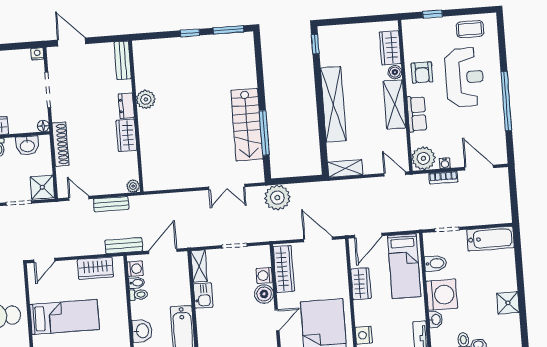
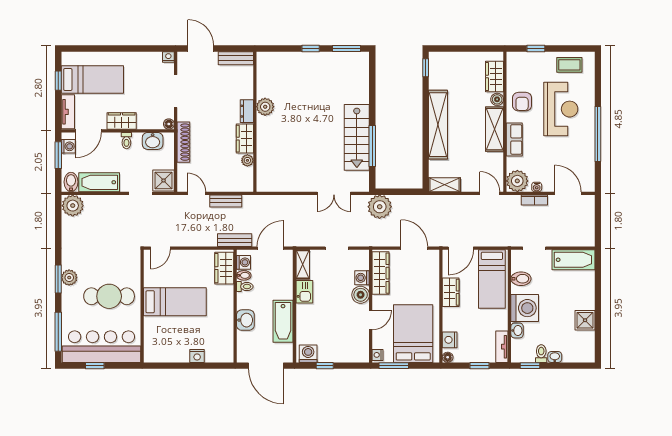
bench: (123, 60) -> (236, 58), moved, turned 90
plant: (133, 186) -> (247, 160), moved
wardrobe: (95, 268) -> (224, 268), moved, turned 90

